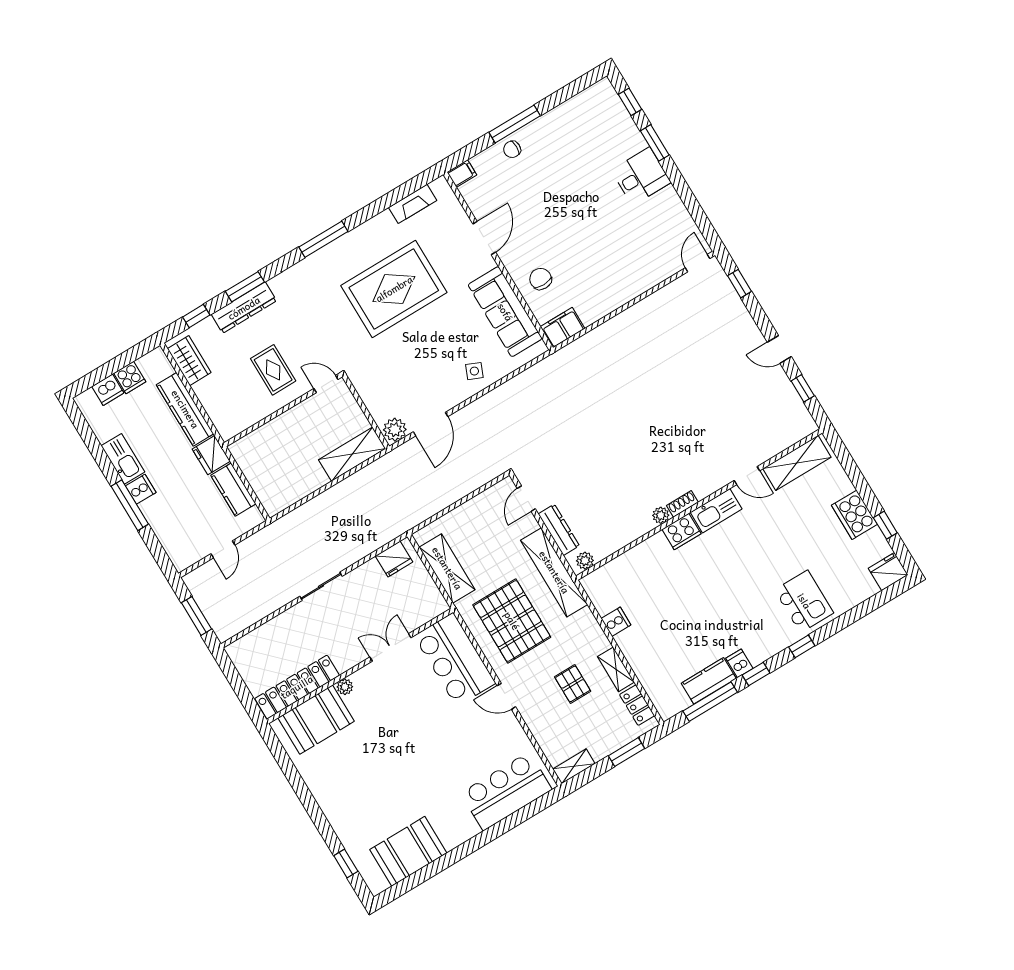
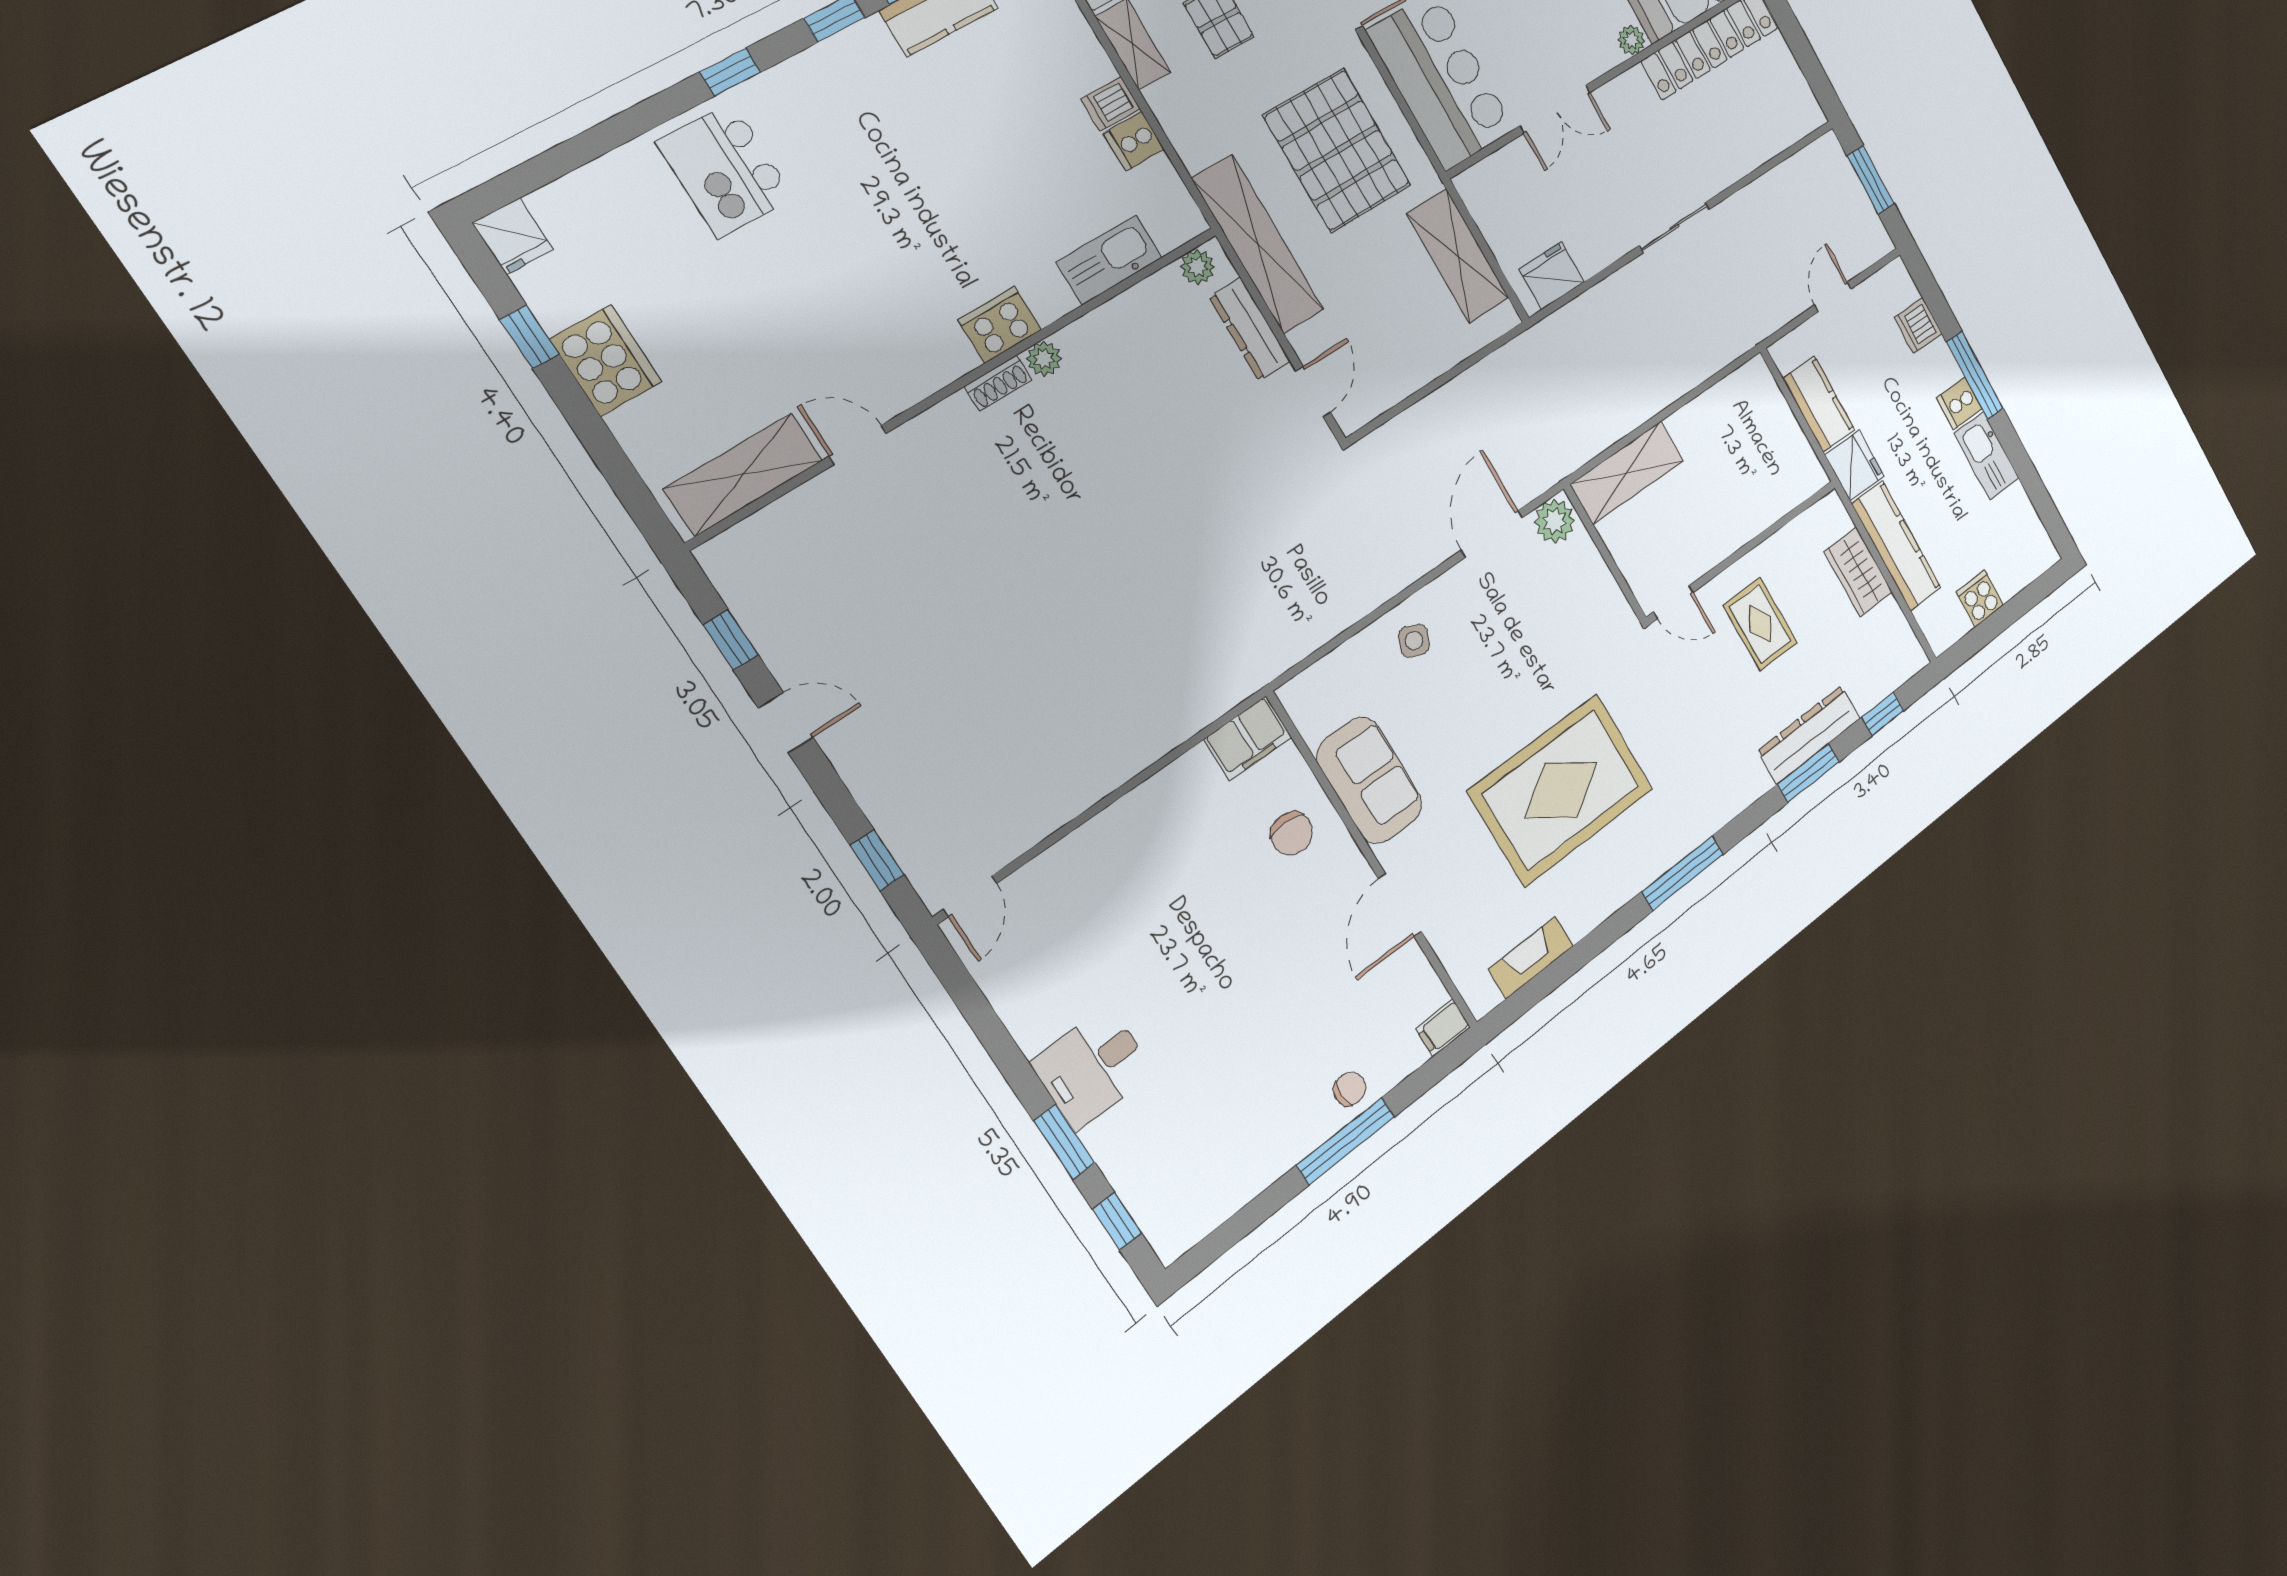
sofa: (505, 312) -> (1370, 780), width x0.73
wardrobe: (189, 361) -> (1858, 572), moved
dishwasher: (108, 390) -> (1918, 326), moved, turned -90
kitchen sink: (716, 511) -> (1109, 260), moved
fridge: (888, 572) -> (513, 236), width x0.72
dishwasher: (739, 663) -> (1111, 104), moved, turned 90

